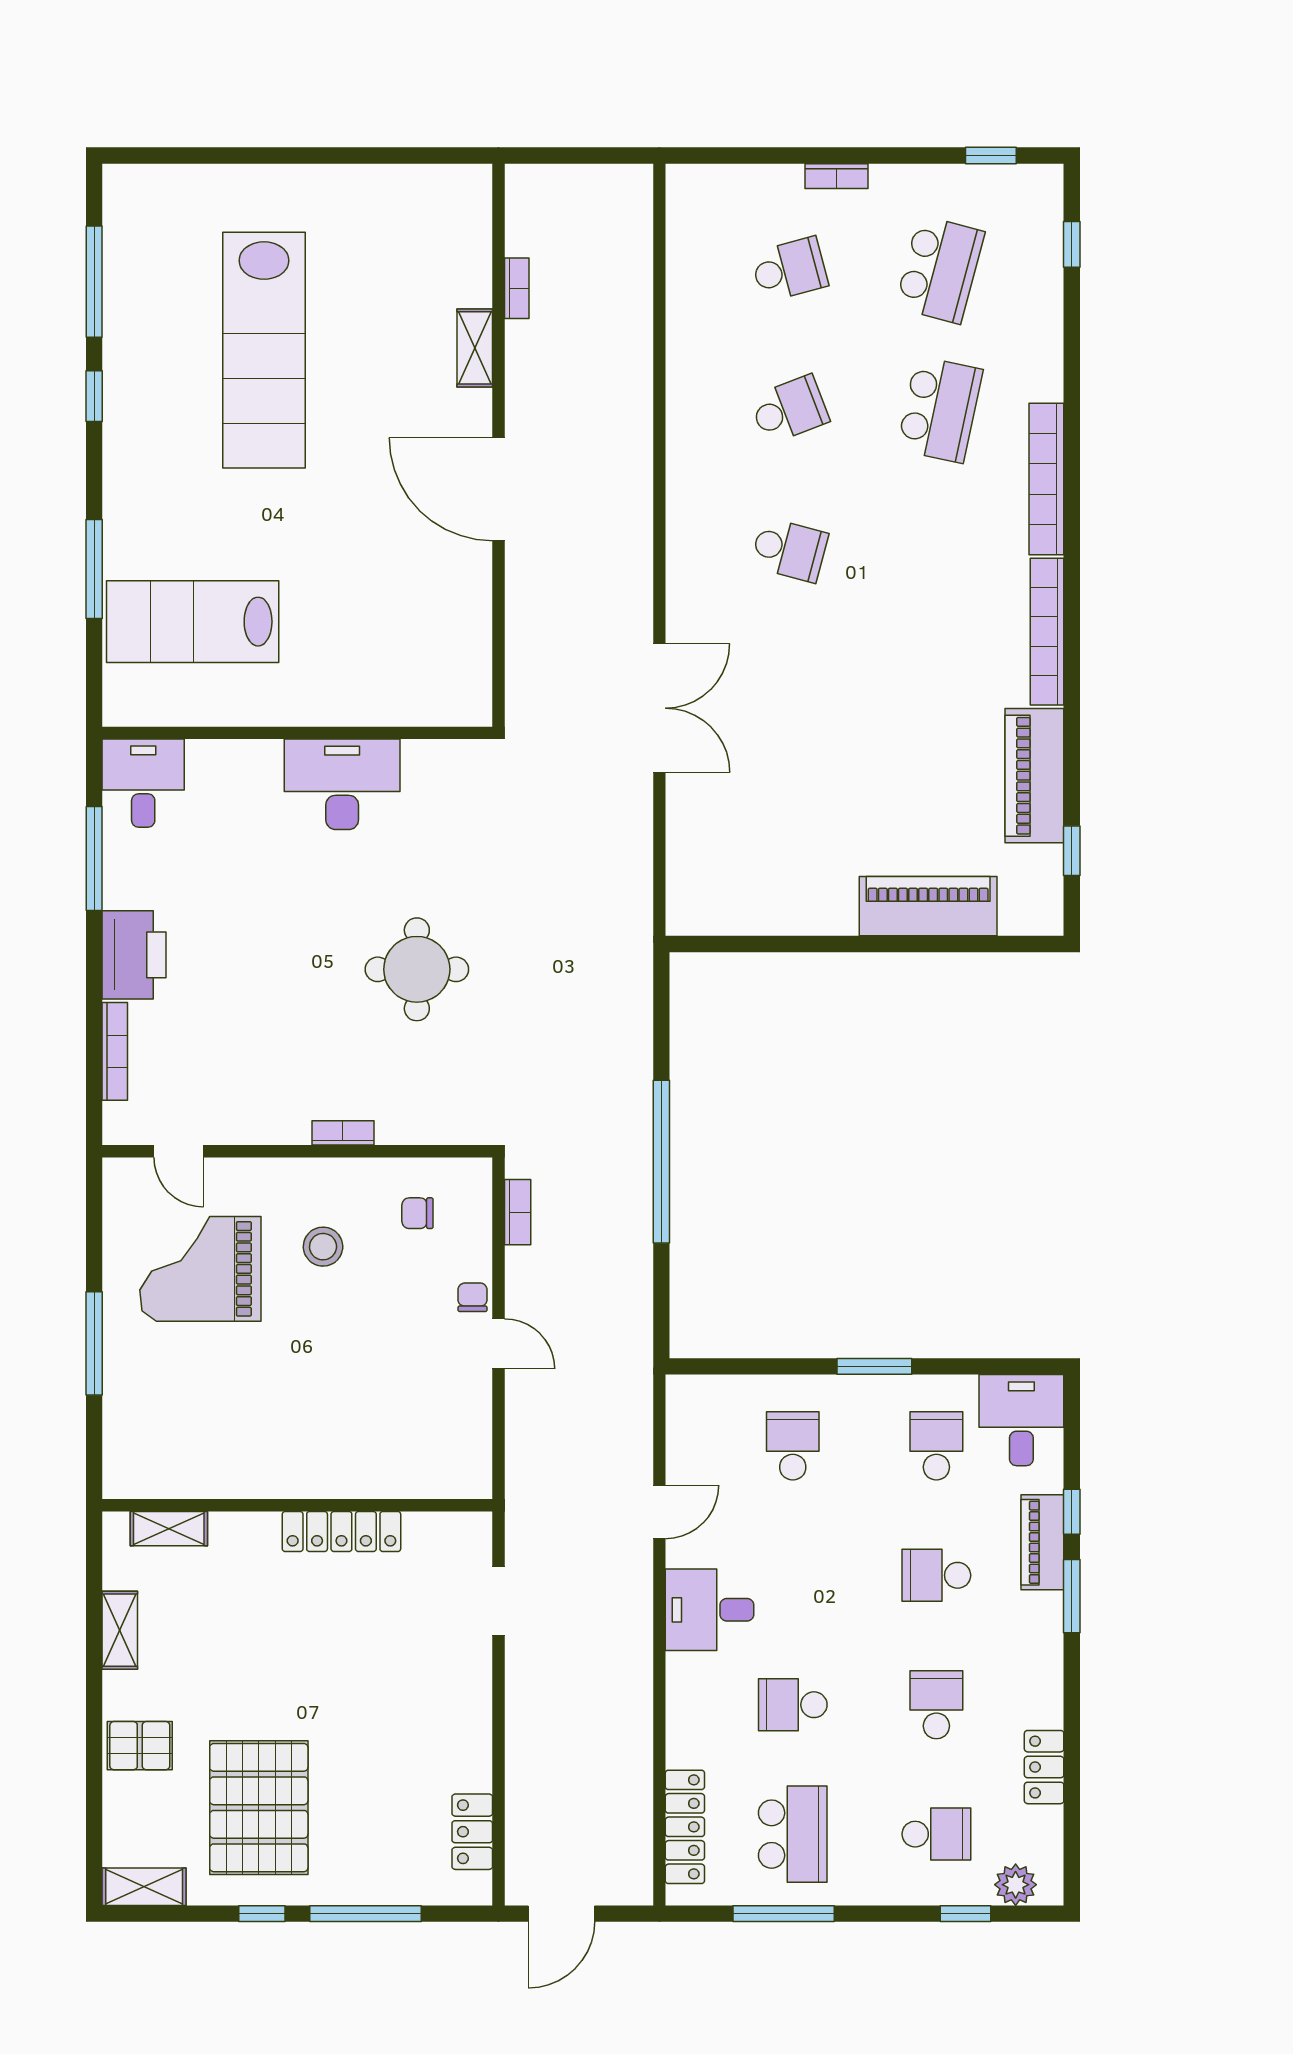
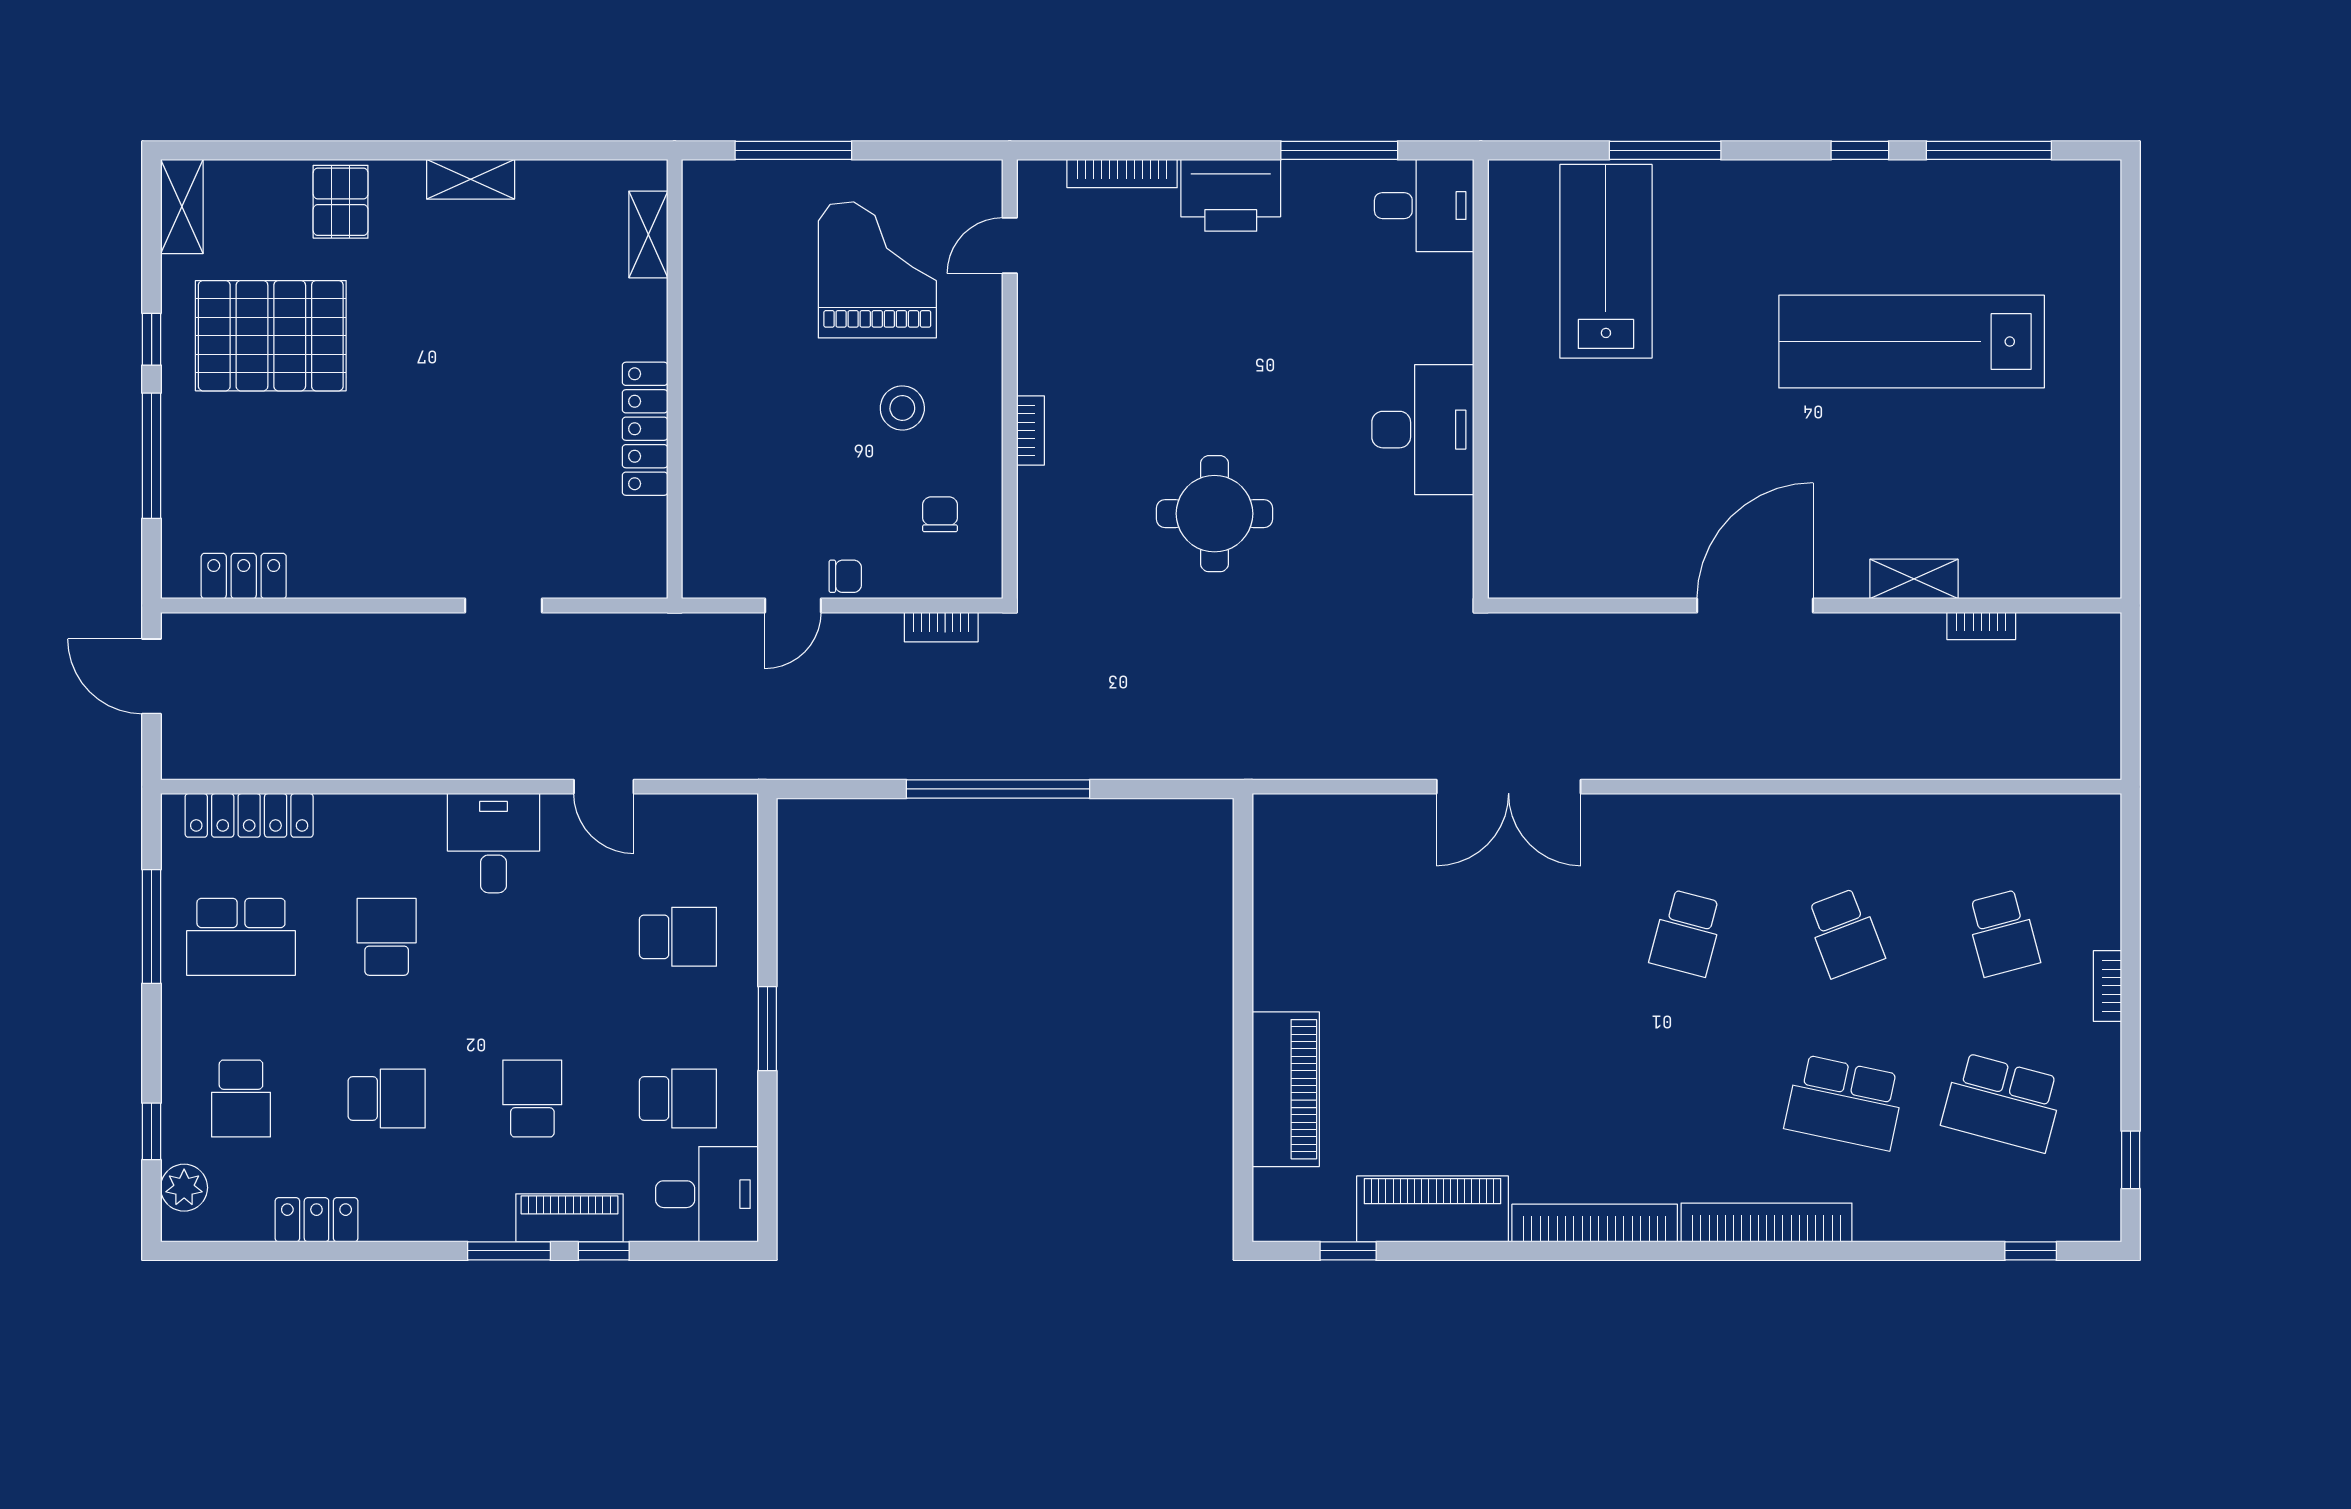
wall: (297, 1505) -> (675, 379), moved
shelving: (169, 1529) -> (648, 234), moved
locker: (341, 1531) -> (645, 429), moved

